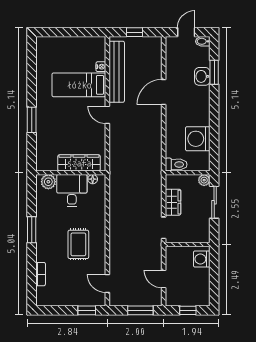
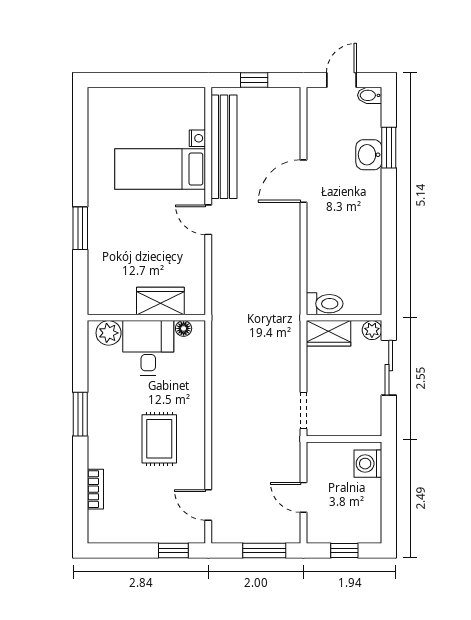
washing machine: (198, 139) -> (361, 260), removed
wardrobe: (79, 163) -> (160, 301), width x0.67
wardrobe: (173, 202) -> (329, 333), moved, turned 90

